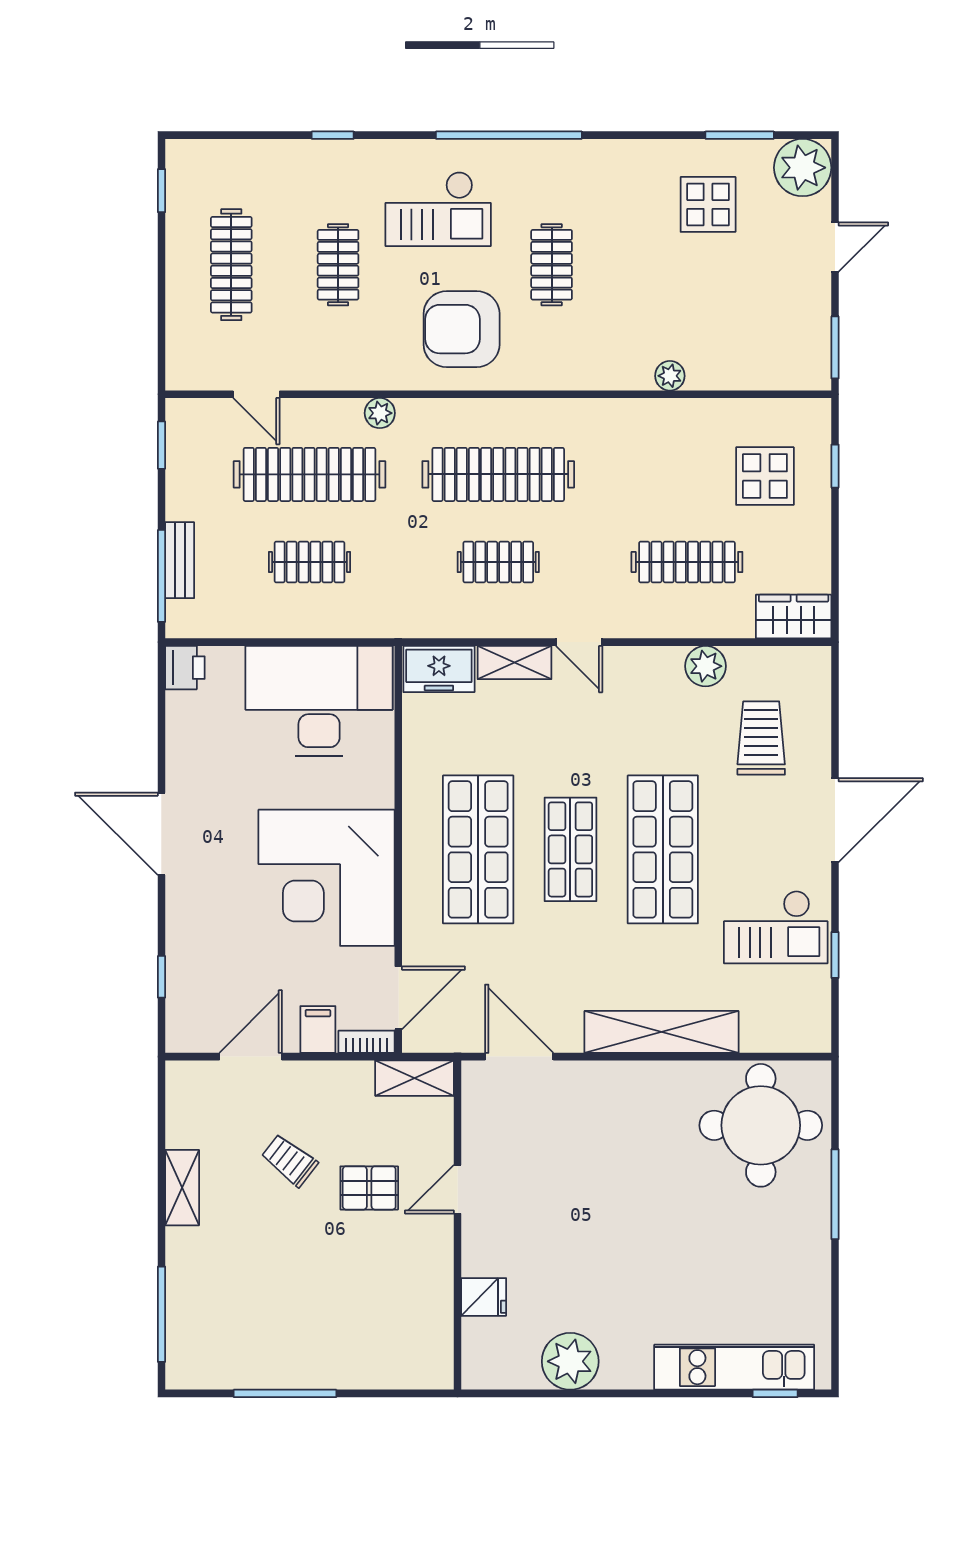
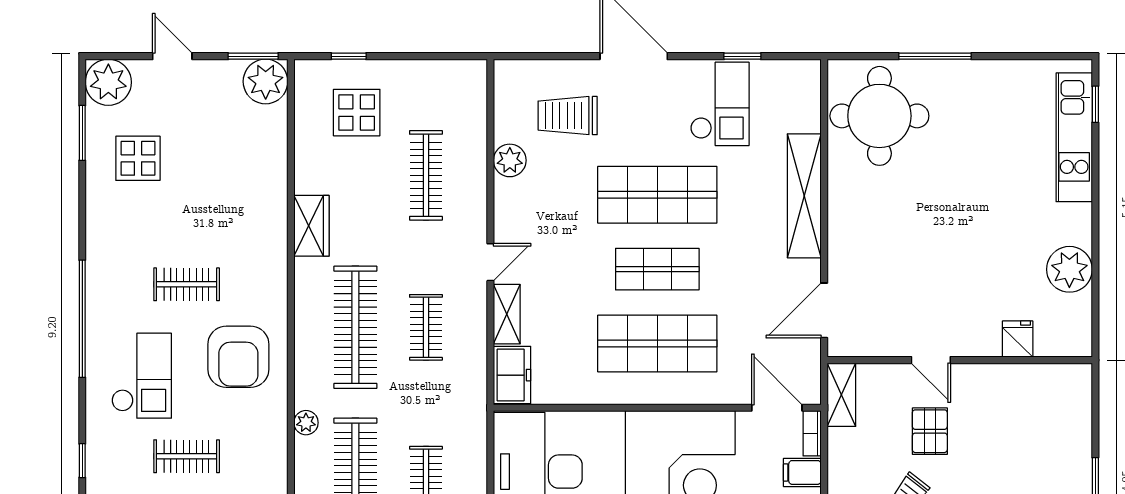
plant: (670, 376) -> (266, 81), moved, width x1.87, depth x1.87
wardrobe: (794, 617) -> (311, 226), moved, turned 180

